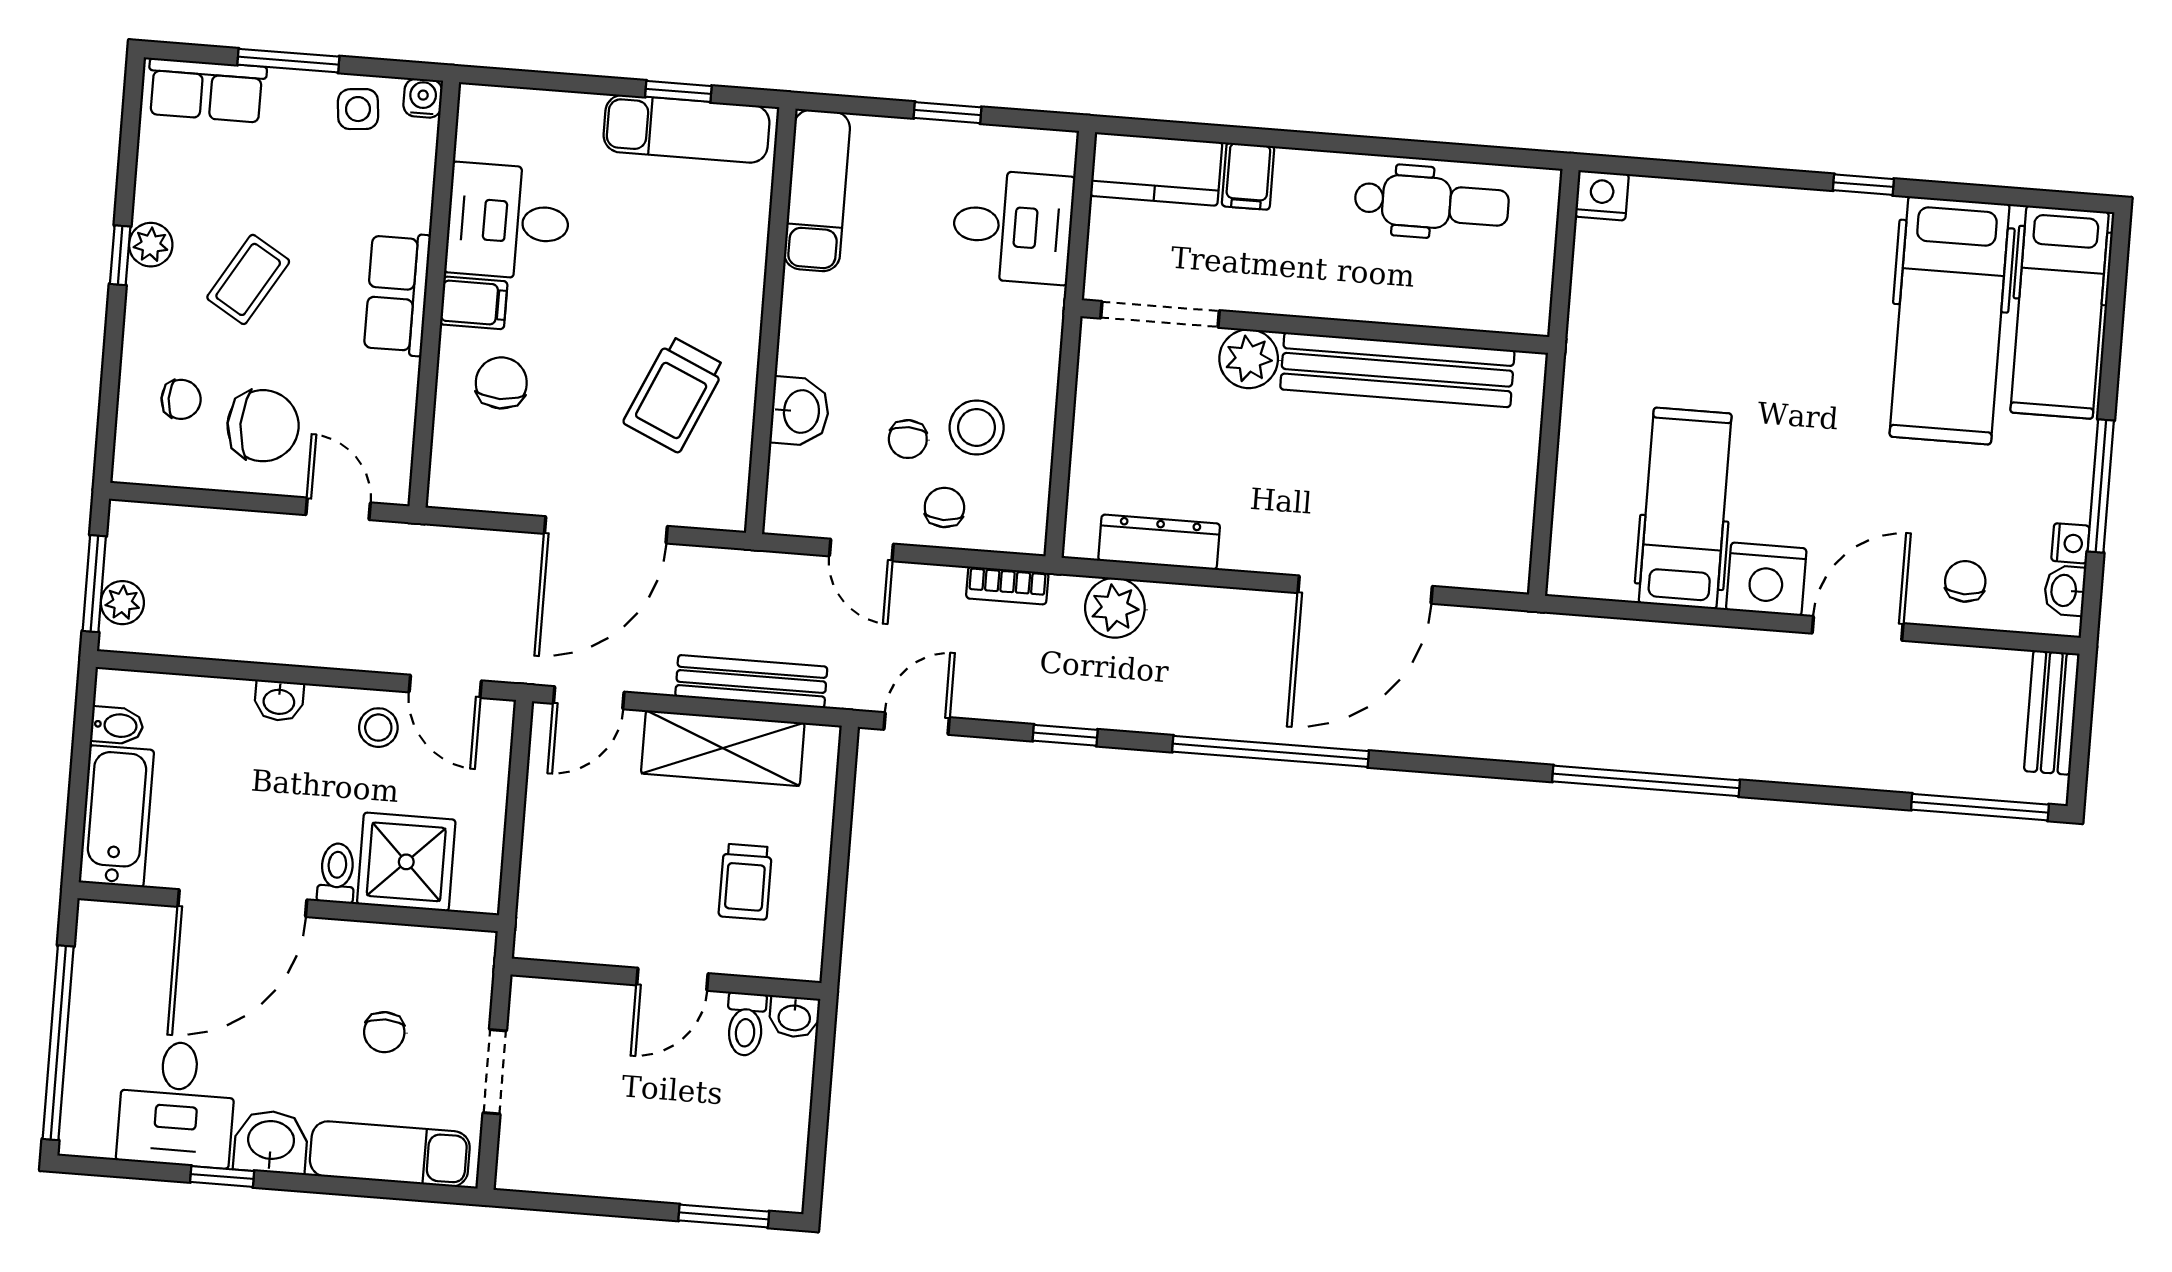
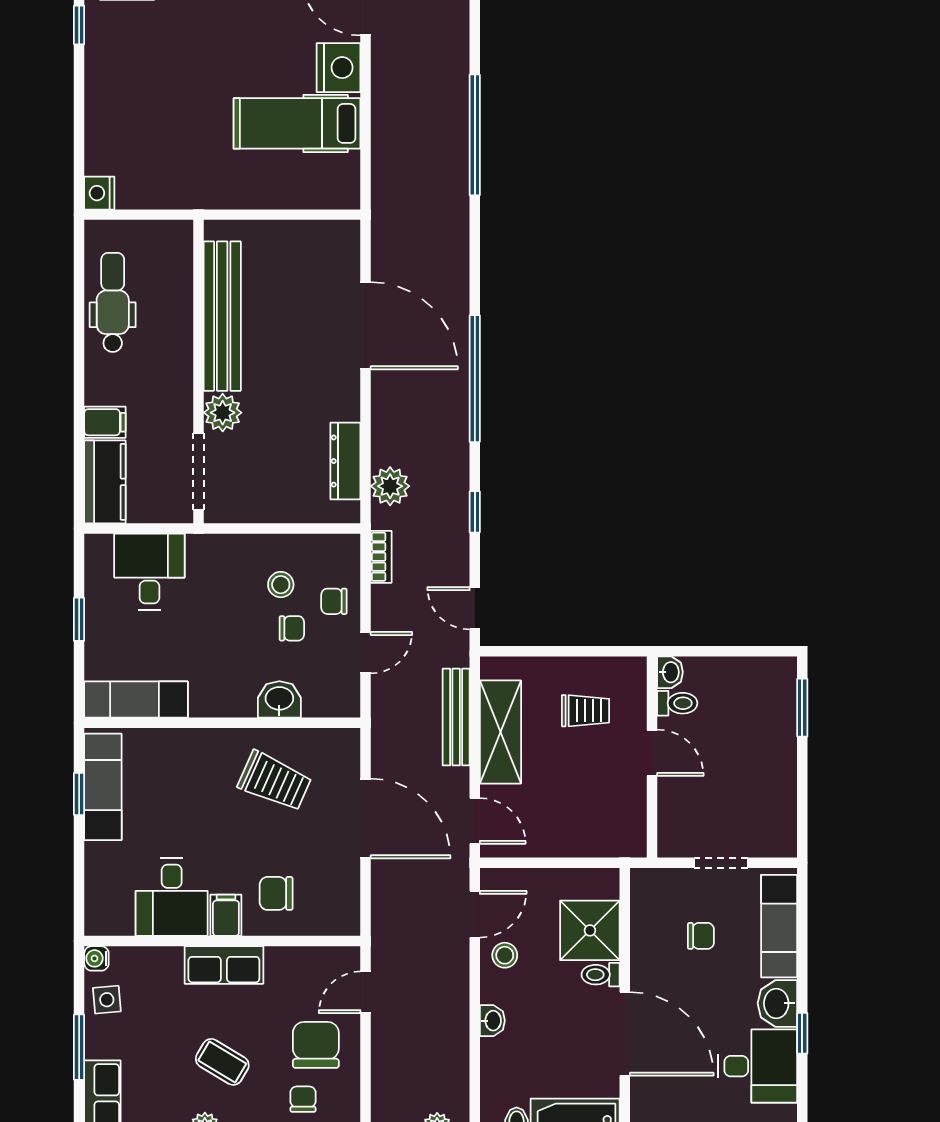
stool: (977, 427) -> (281, 585), width x0.73, depth x0.73

